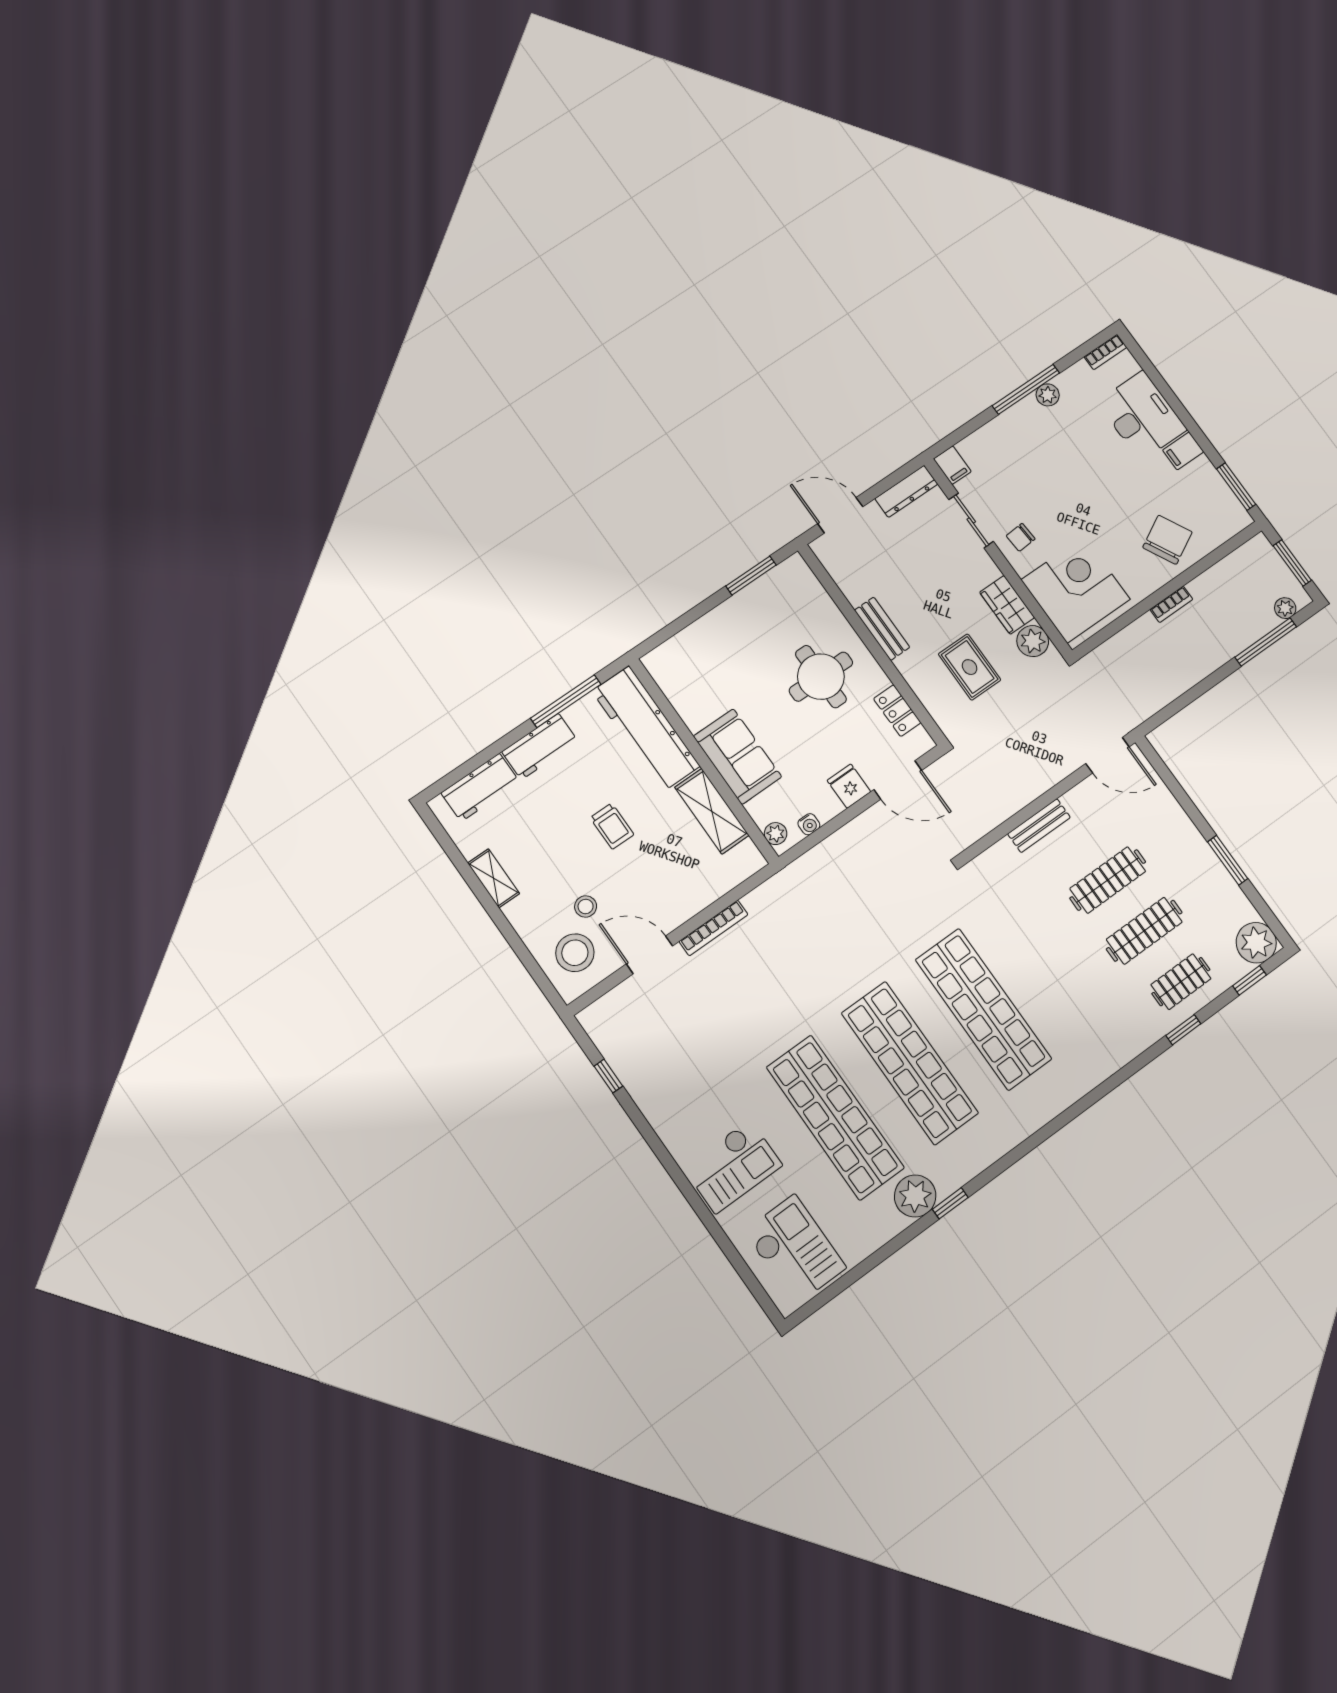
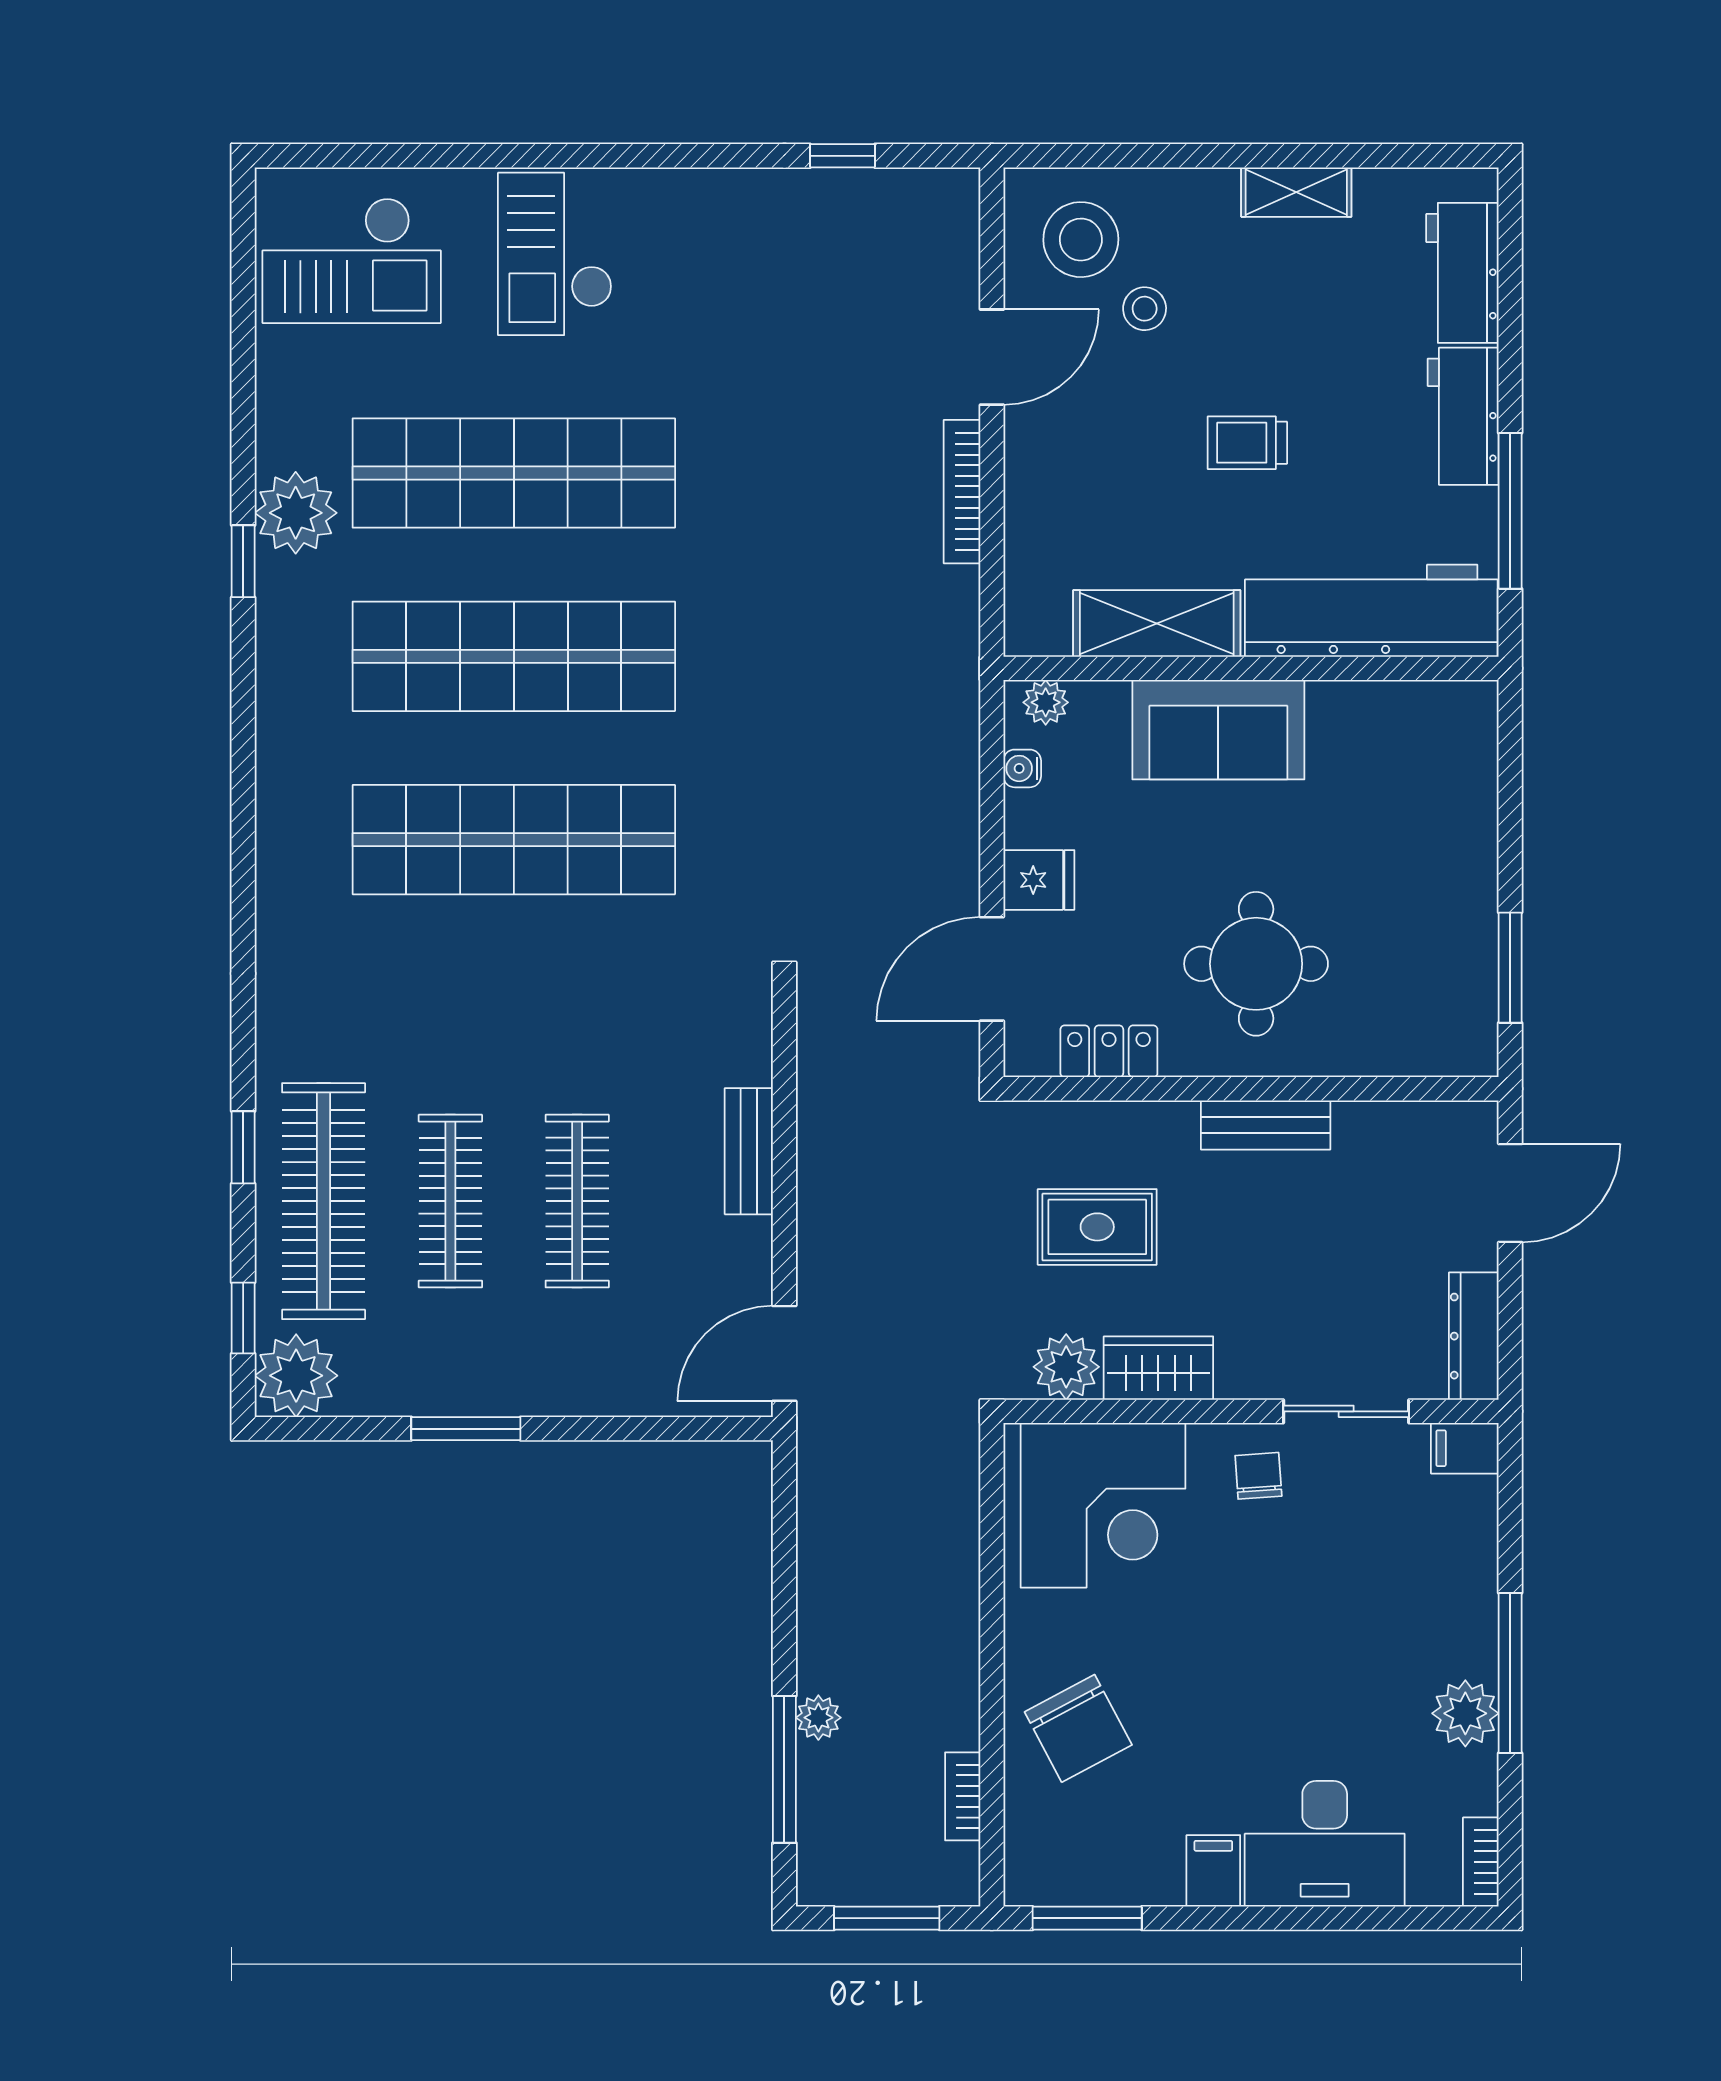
plant: (1048, 395) -> (1465, 1713), width x1.38, depth x1.38
bookcase: (1171, 604) -> (963, 1796), moved
plant: (1285, 608) -> (818, 1718), moved
clothes rail: (1181, 982) -> (324, 1201), width x1.86, depth x1.31

